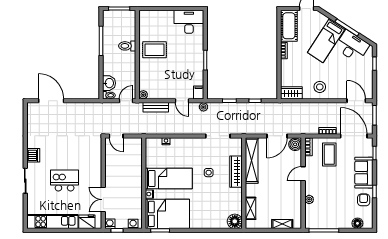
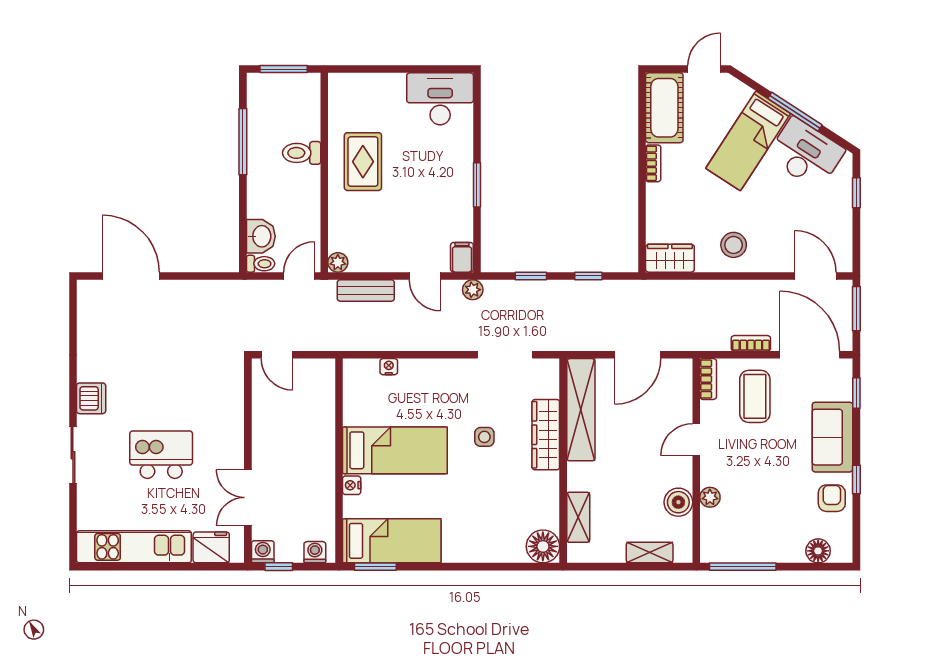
rug: (155, 50) -> (363, 162), turned 90
boiler: (295, 144) -> (678, 502), moved
bed: (167, 214) -> (392, 541), width x0.67

